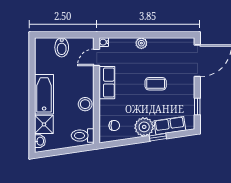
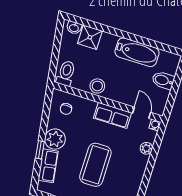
plant: (141, 43) -> (146, 148), moved
coffee table: (156, 84) -> (95, 165), width x1.86, depth x1.72
bathtub: (44, 94) -> (137, 52), moved

